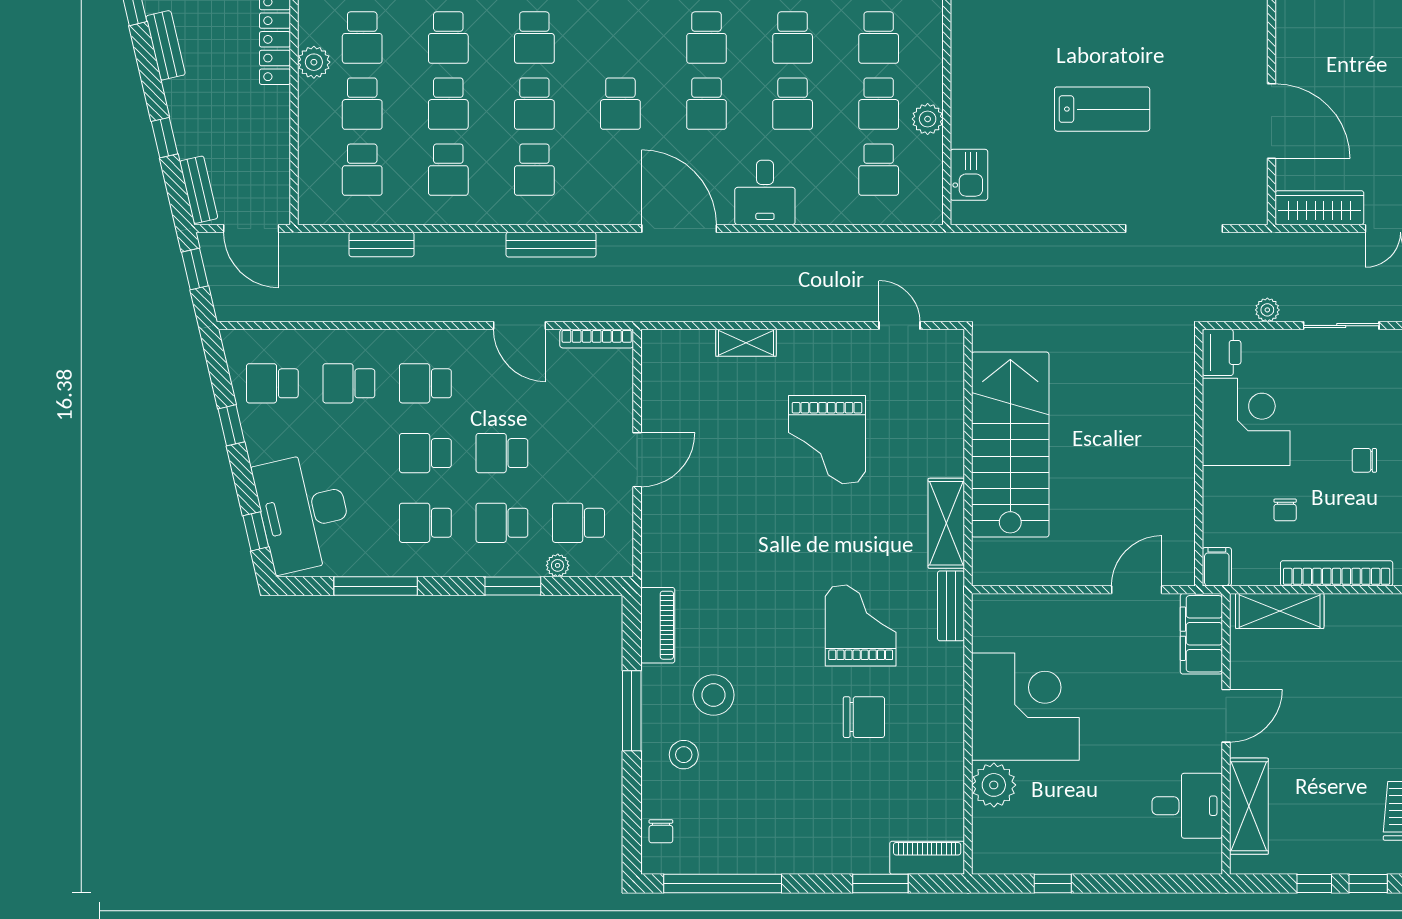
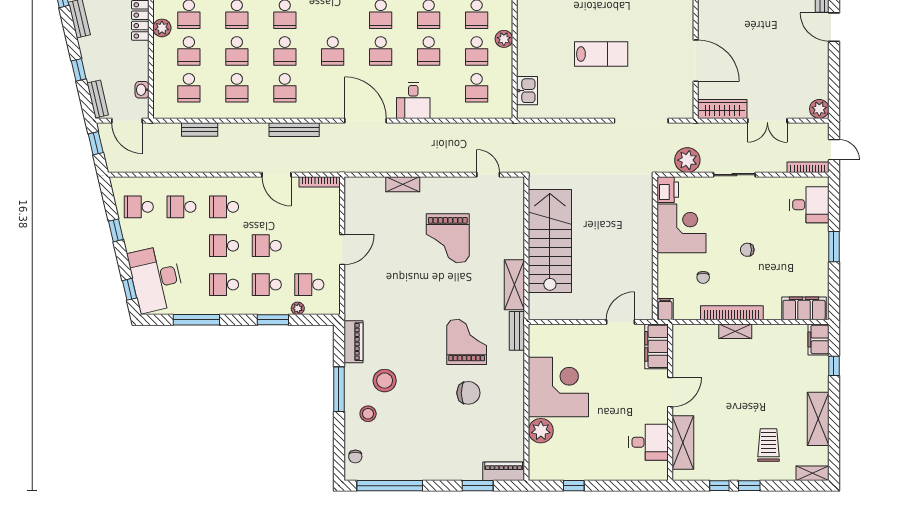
plant: (928, 119) -> (504, 39), moved
washbasin: (278, 173) -> (142, 90), added
plant: (1267, 310) -> (687, 160), width x1.87, depth x1.87
shelving: (1280, 611) -> (735, 331), moved, width x0.67, depth x0.75

